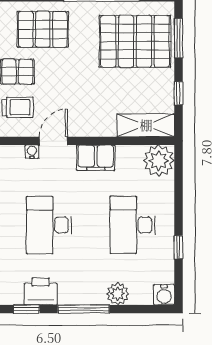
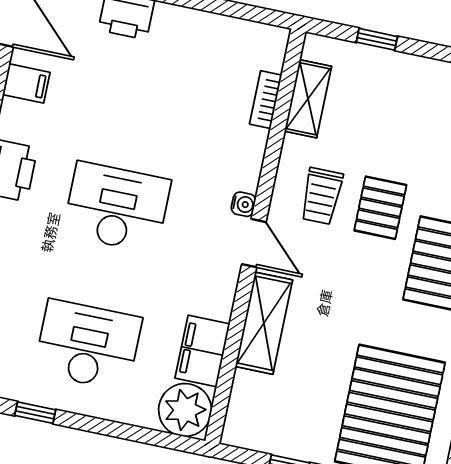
shelving: (146, 125) -> (264, 323), moved
filing cabinet: (96, 158) -> (202, 351), moved

